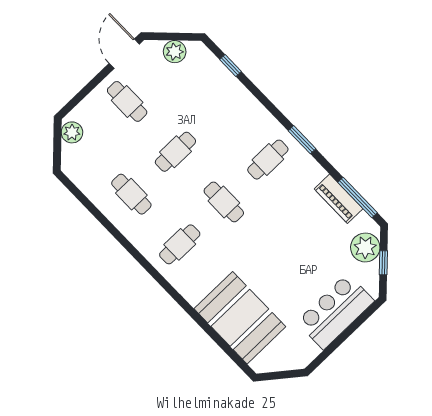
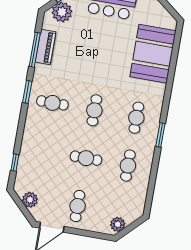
window: (357, 197) -> (35, 50), moved
cafe table: (180, 244) -> (136, 118), turned 90
window: (139, 258) -> (160, 135), added

